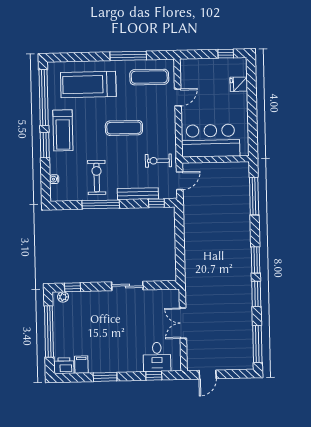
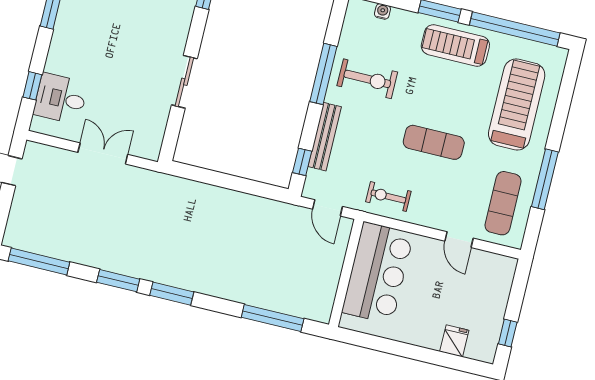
exercise mat: (124, 128) -> (434, 142), turned 90
exercise bike: (158, 161) -> (388, 196), moved, turned -90

